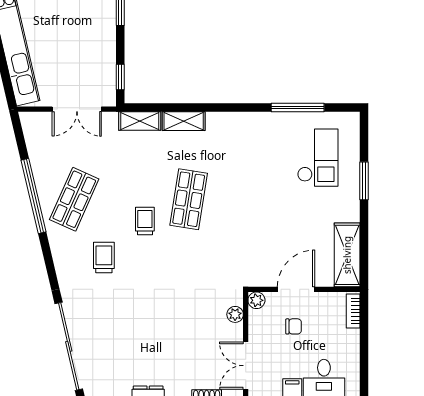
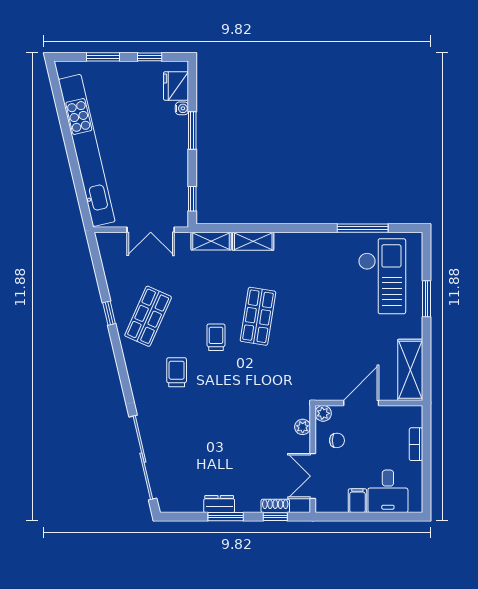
checkout: (318, 158) -> (382, 276), width x1.36, depth x1.21
window: (34, 196) -> (109, 313), width x0.32
bookcase: (353, 311) -> (416, 444), moved
chair: (294, 326) -> (337, 440), moved

